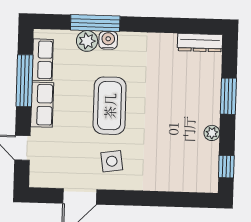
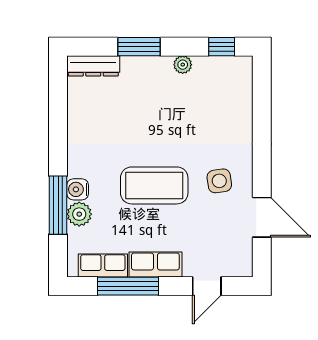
dresser: (200, 43) -> (93, 66), moved, turned 90

